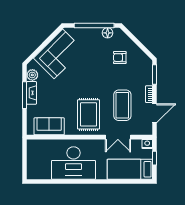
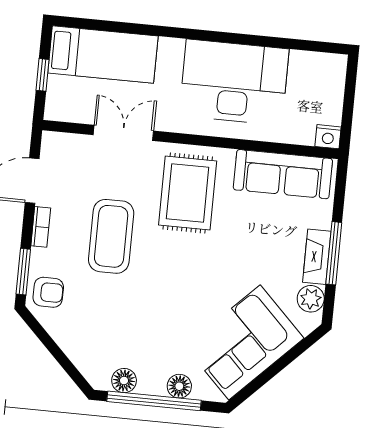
floor lamp: (84, 33) -> (179, 386), added
armchair: (120, 58) -> (48, 292), moved
coffee table: (122, 105) -> (111, 236), moved
sofa: (49, 126) -> (283, 174), width x1.36
nightstand: (147, 144) -> (328, 137), moved

